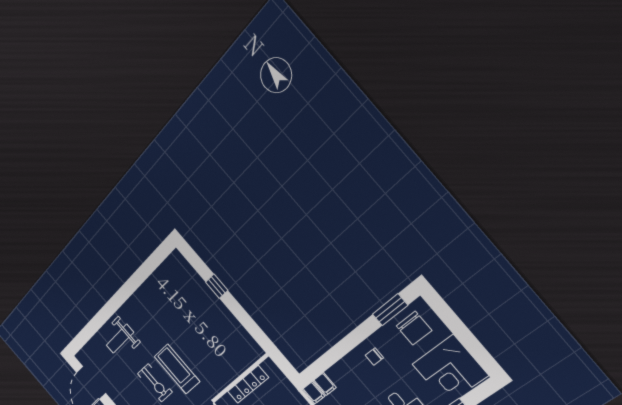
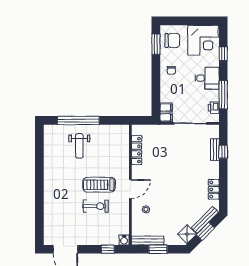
window: (217, 286) -> (78, 120), width x3.17
weight bench: (120, 339) -> (79, 146), moved

